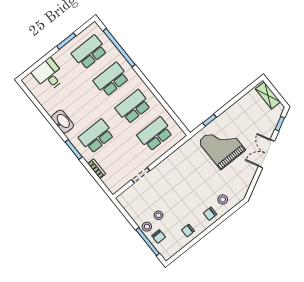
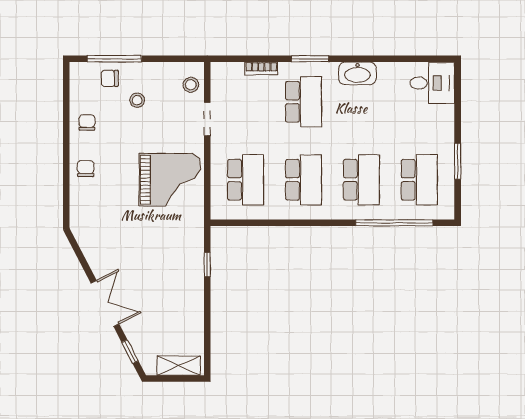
desk: (49, 75) -> (432, 83), moved
grand piano: (222, 146) -> (170, 180), moved
stool: (223, 199) -> (91, 200), removed
stool: (147, 227) -> (191, 85), moved

